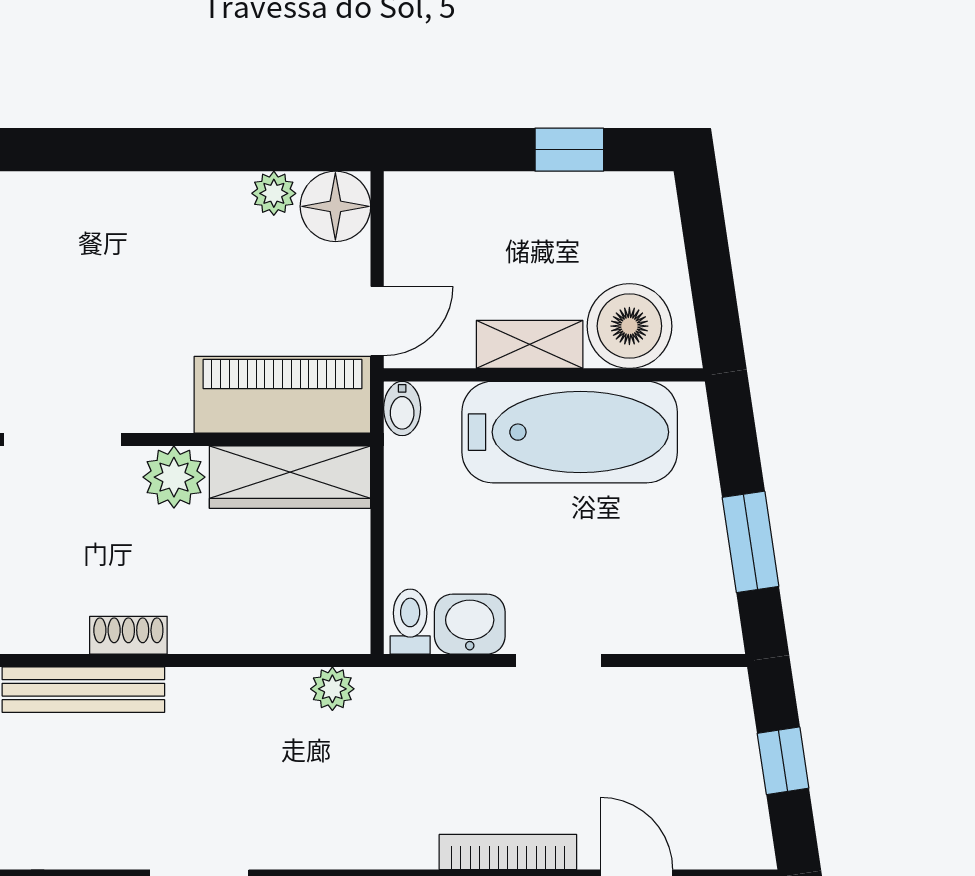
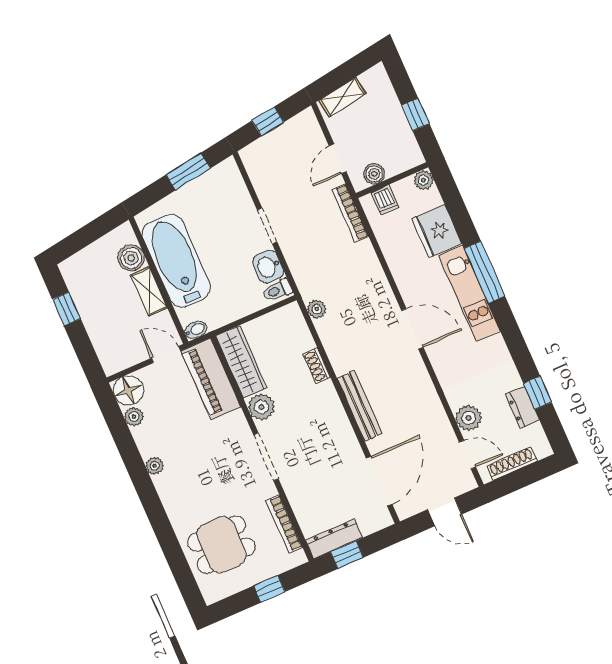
plant: (148, 191) -> (155, 466), added
boiler: (629, 326) -> (131, 258), width x0.73, depth x0.73
shoe rack: (128, 635) -> (317, 366), moved

